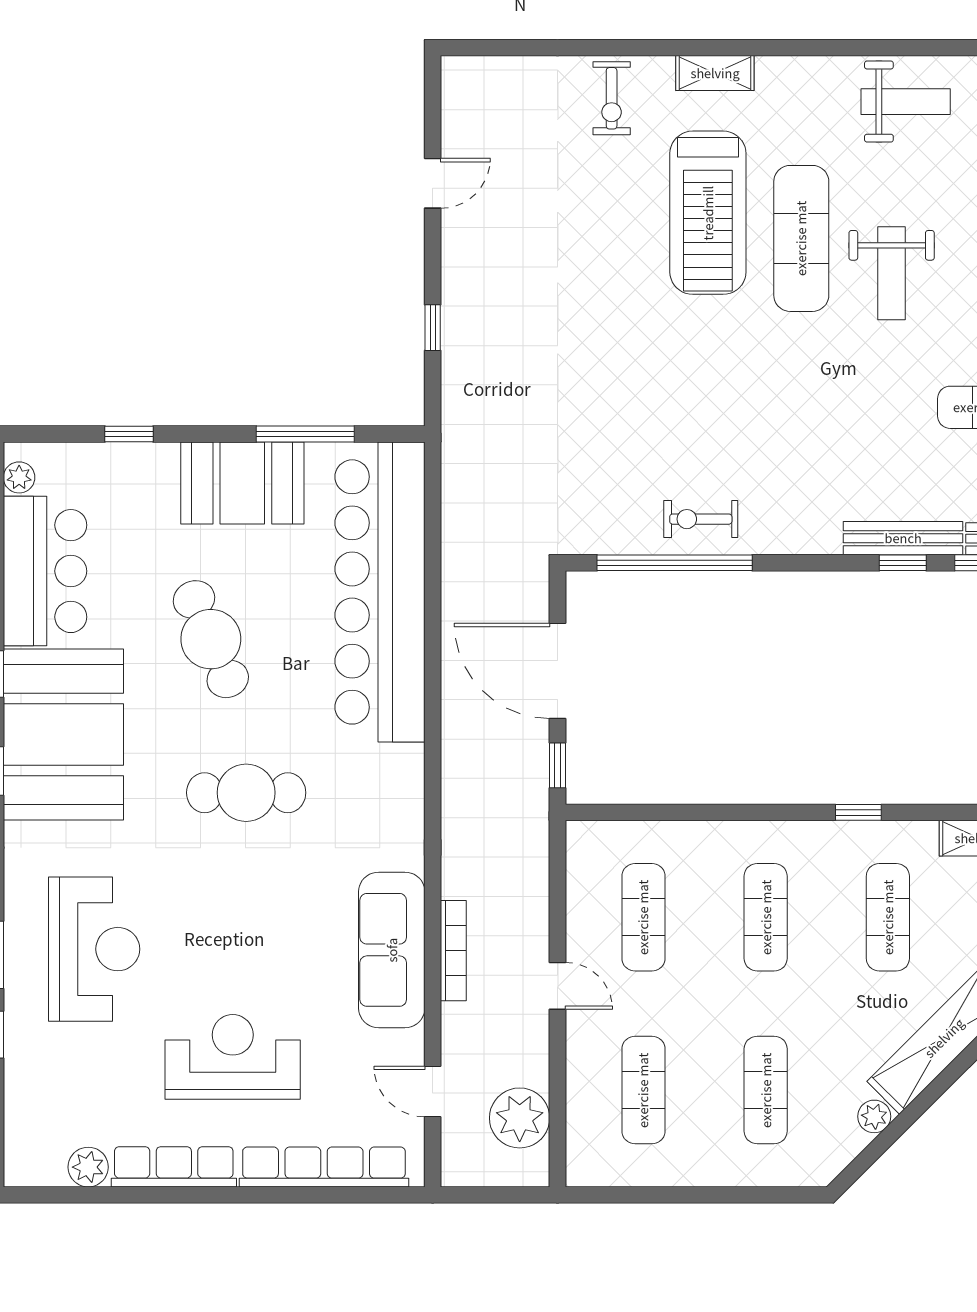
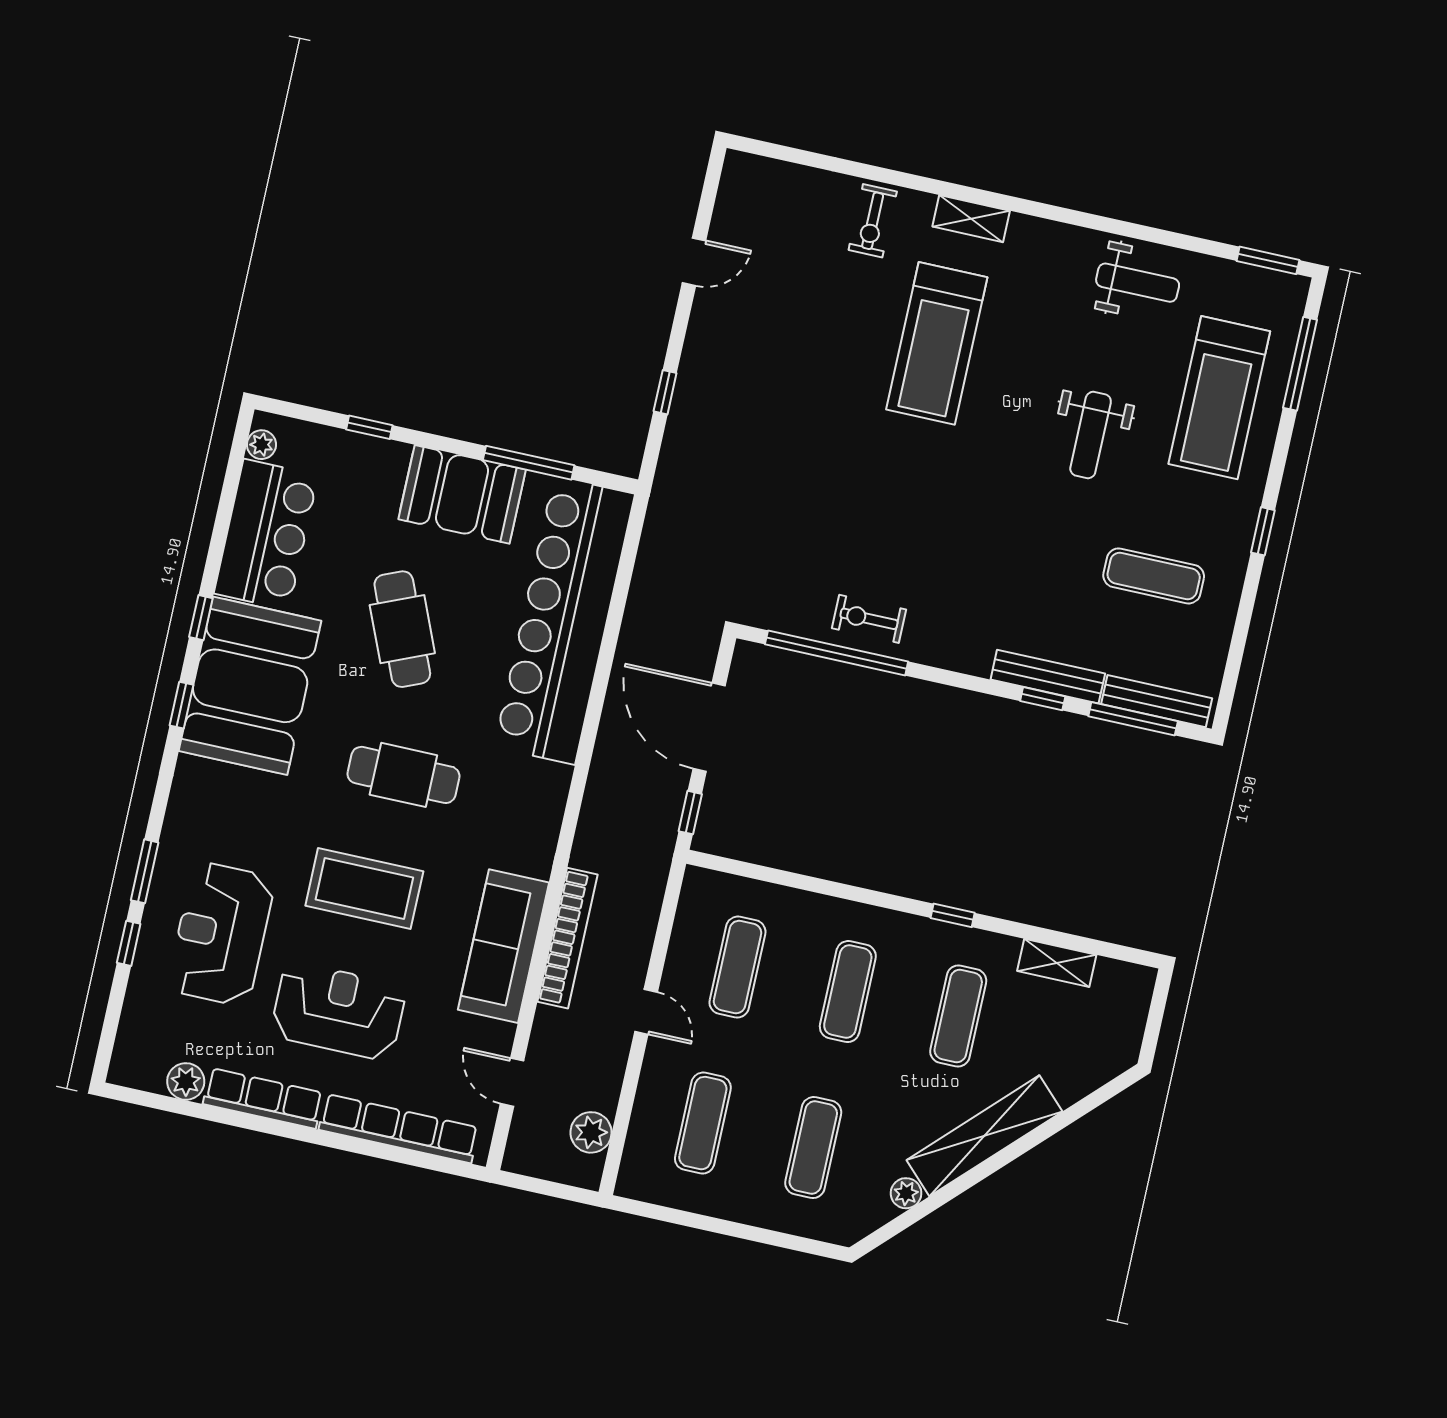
exercise mat: (801, 238) -> (1016, 385), removed
coffee table: (231, 922) -> (364, 889), added
reception desk: (94, 949) -> (221, 934), moved, turned 180
bookcase: (453, 951) -> (567, 938), width x1.48, depth x1.31
plant: (520, 1118) -> (591, 1132), width x0.73, depth x0.73

